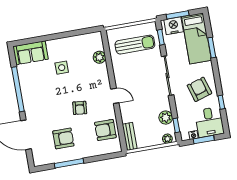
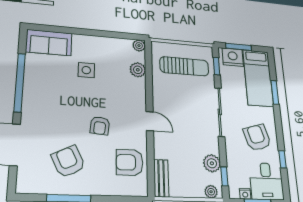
plant: (97, 37) -> (139, 46), added
armchair: (63, 138) -> (68, 161), turned -116

